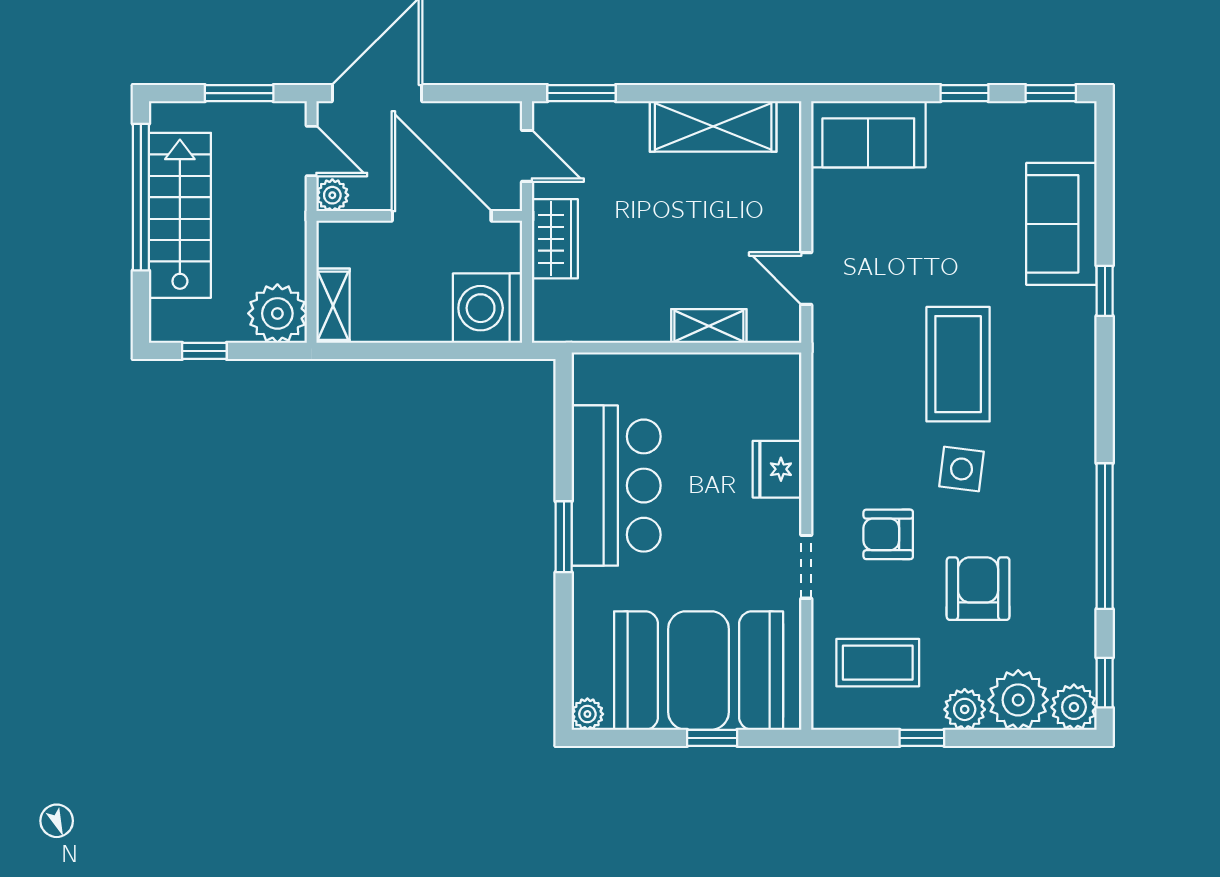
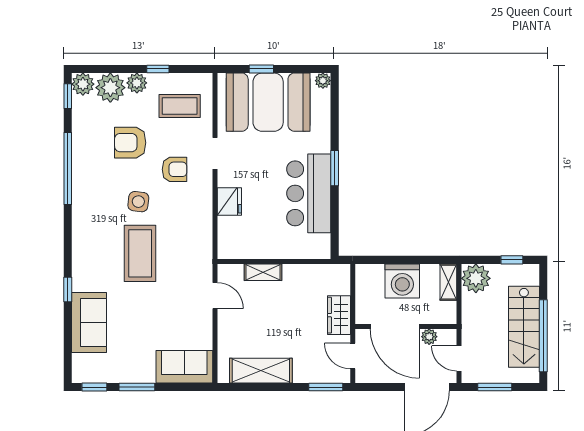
window: (964, 93) -> (137, 387), width x1.50
plant: (332, 195) -> (429, 337), moved
washing machine: (488, 308) -> (402, 281), moved, turned 90
armchair: (978, 589) -> (130, 143), turned 90

